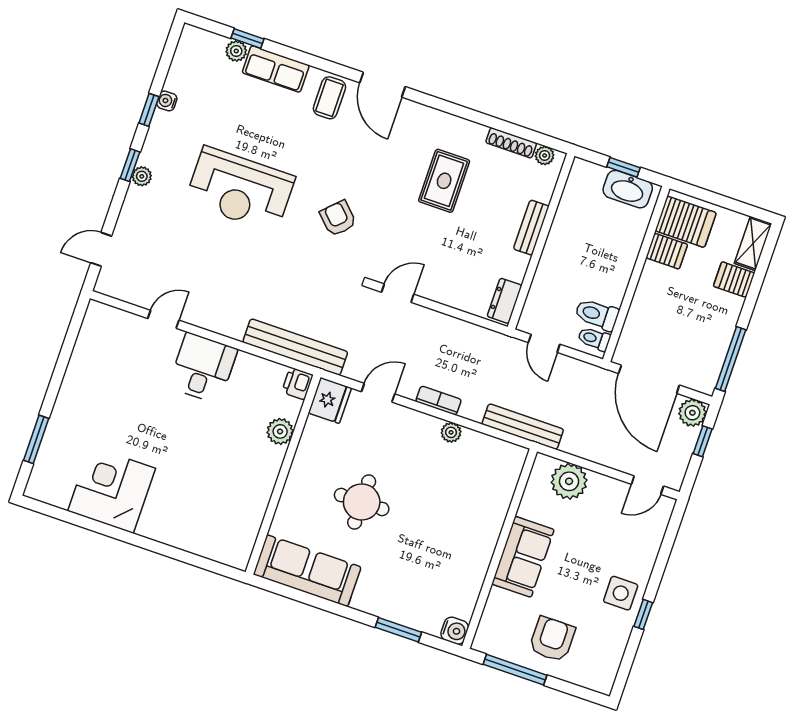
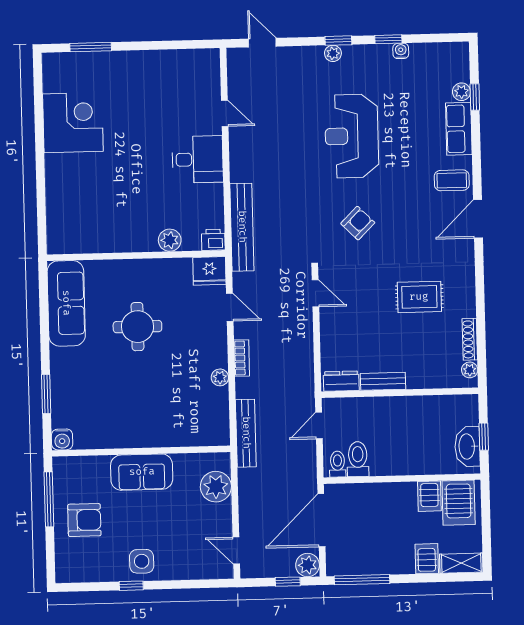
bench: (531, 228) -> (383, 381), moved

